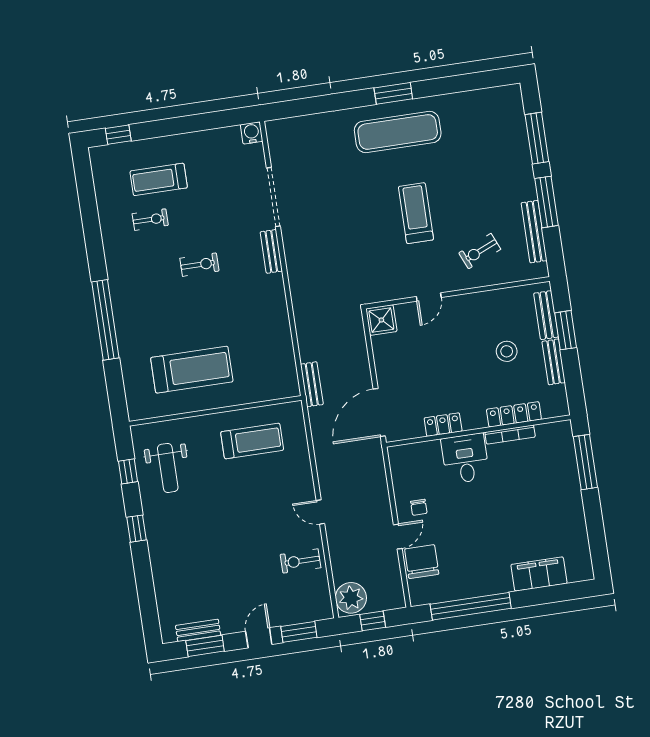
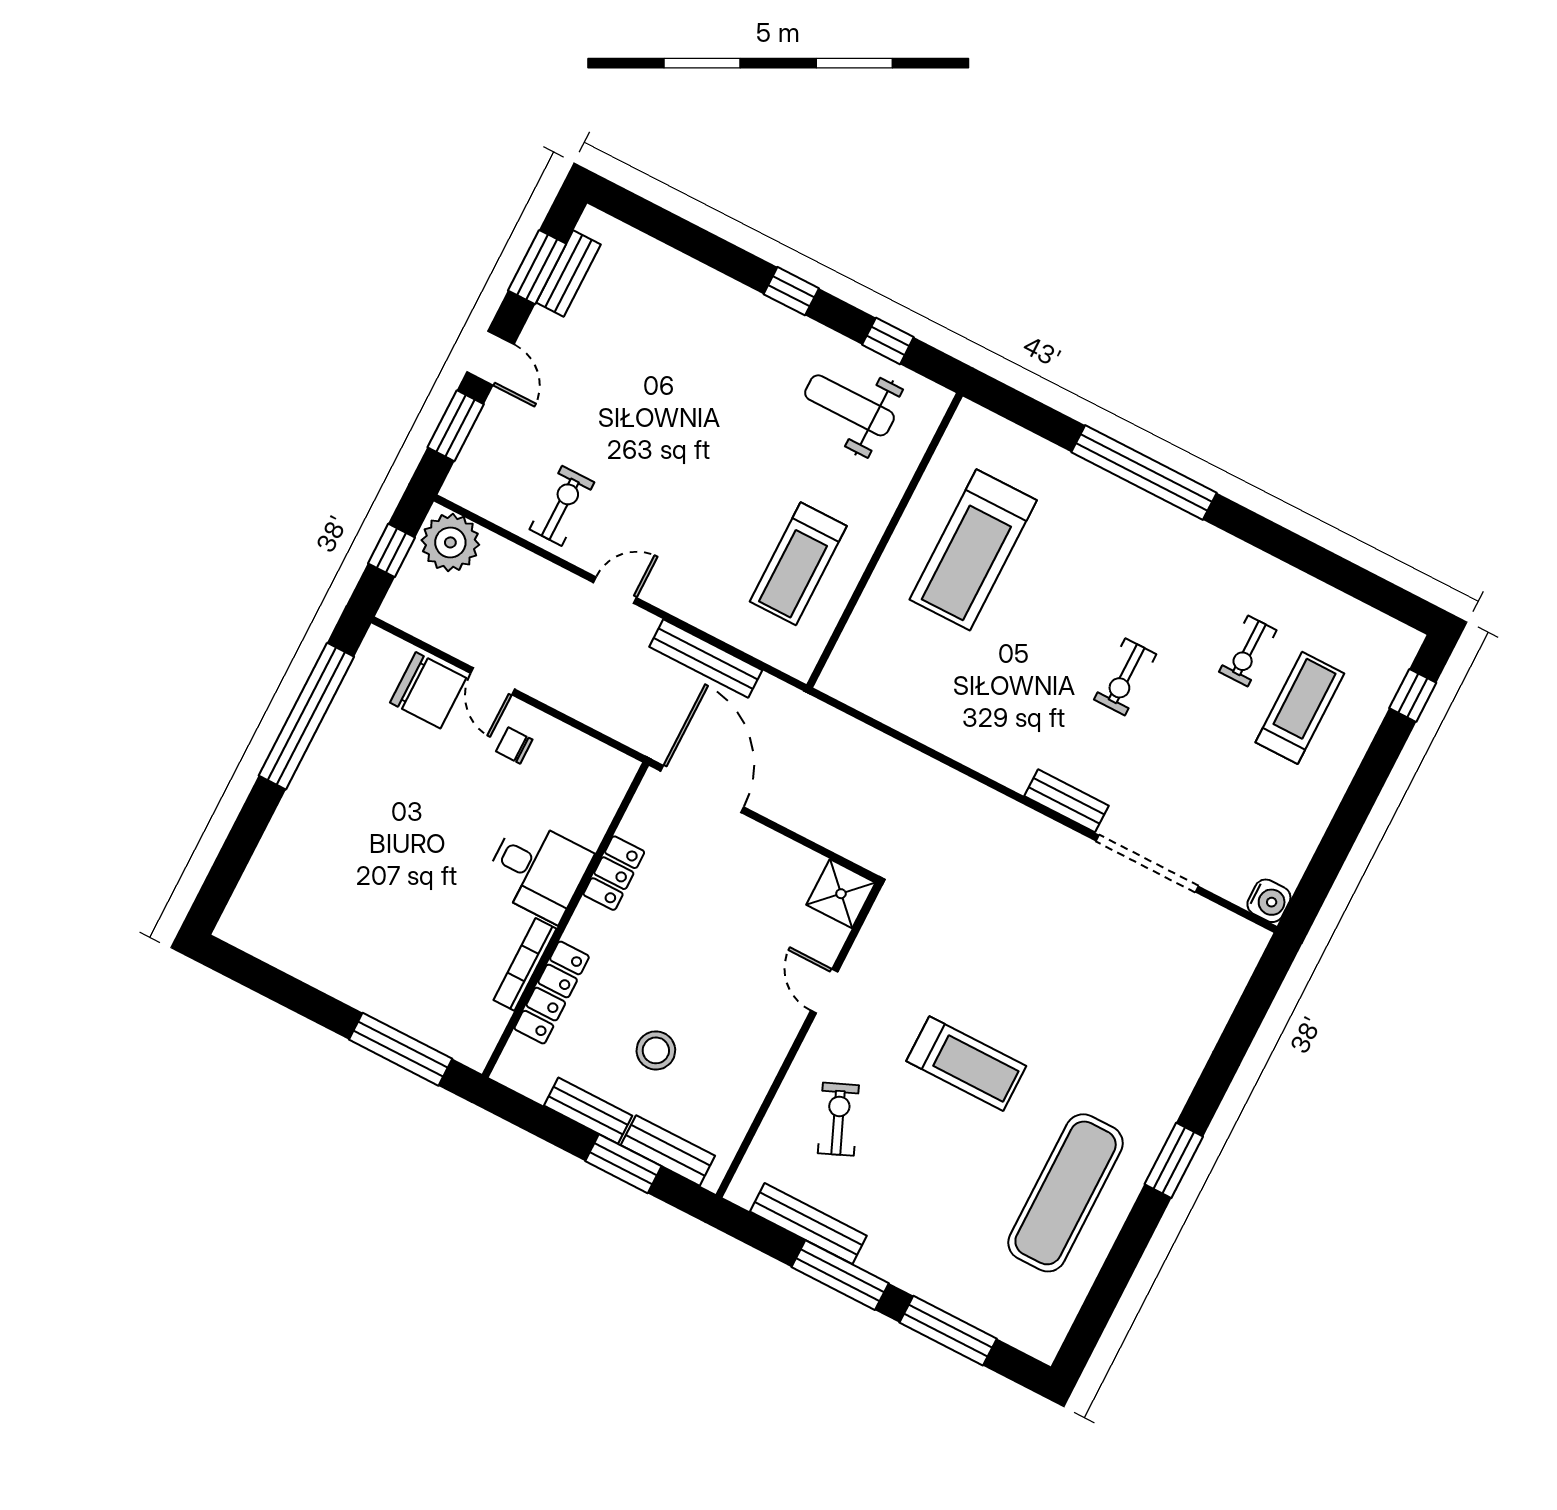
exercise mat: (398, 132) -> (1066, 1193), moved
bench: (312, 384) -> (706, 659), moved, width x1.36
filing cabinet: (539, 574) -> (281, 856), removed

